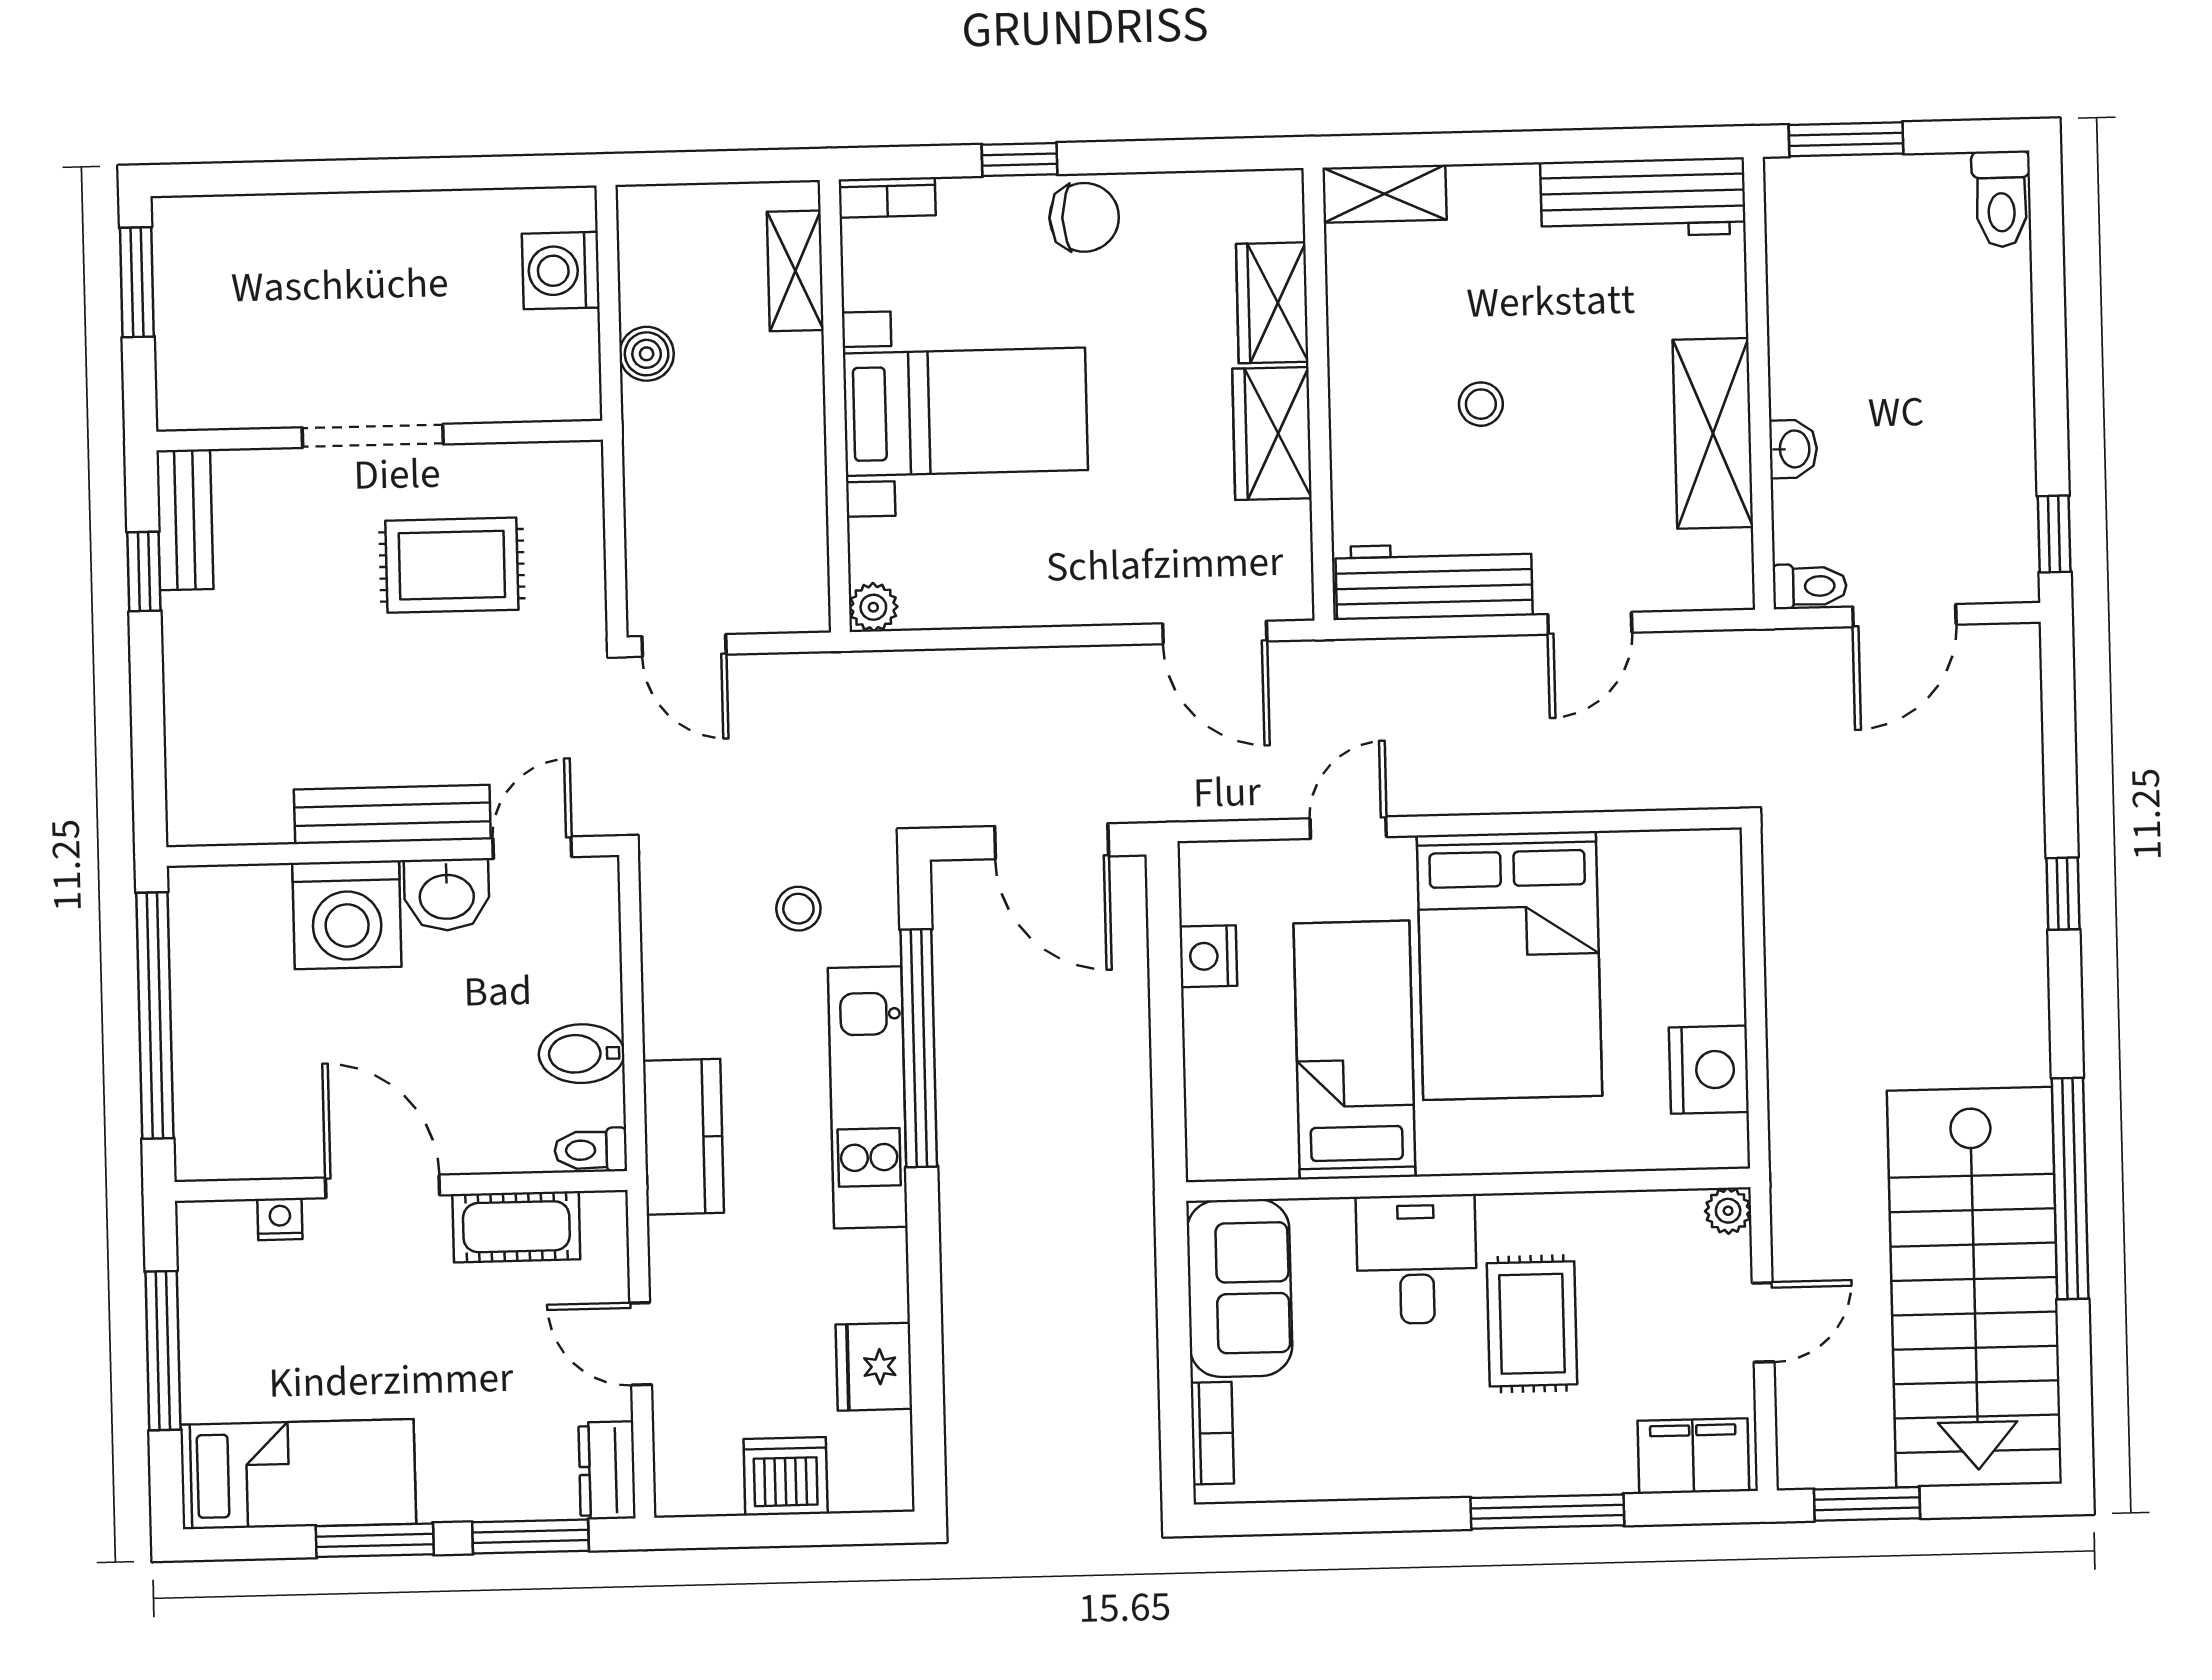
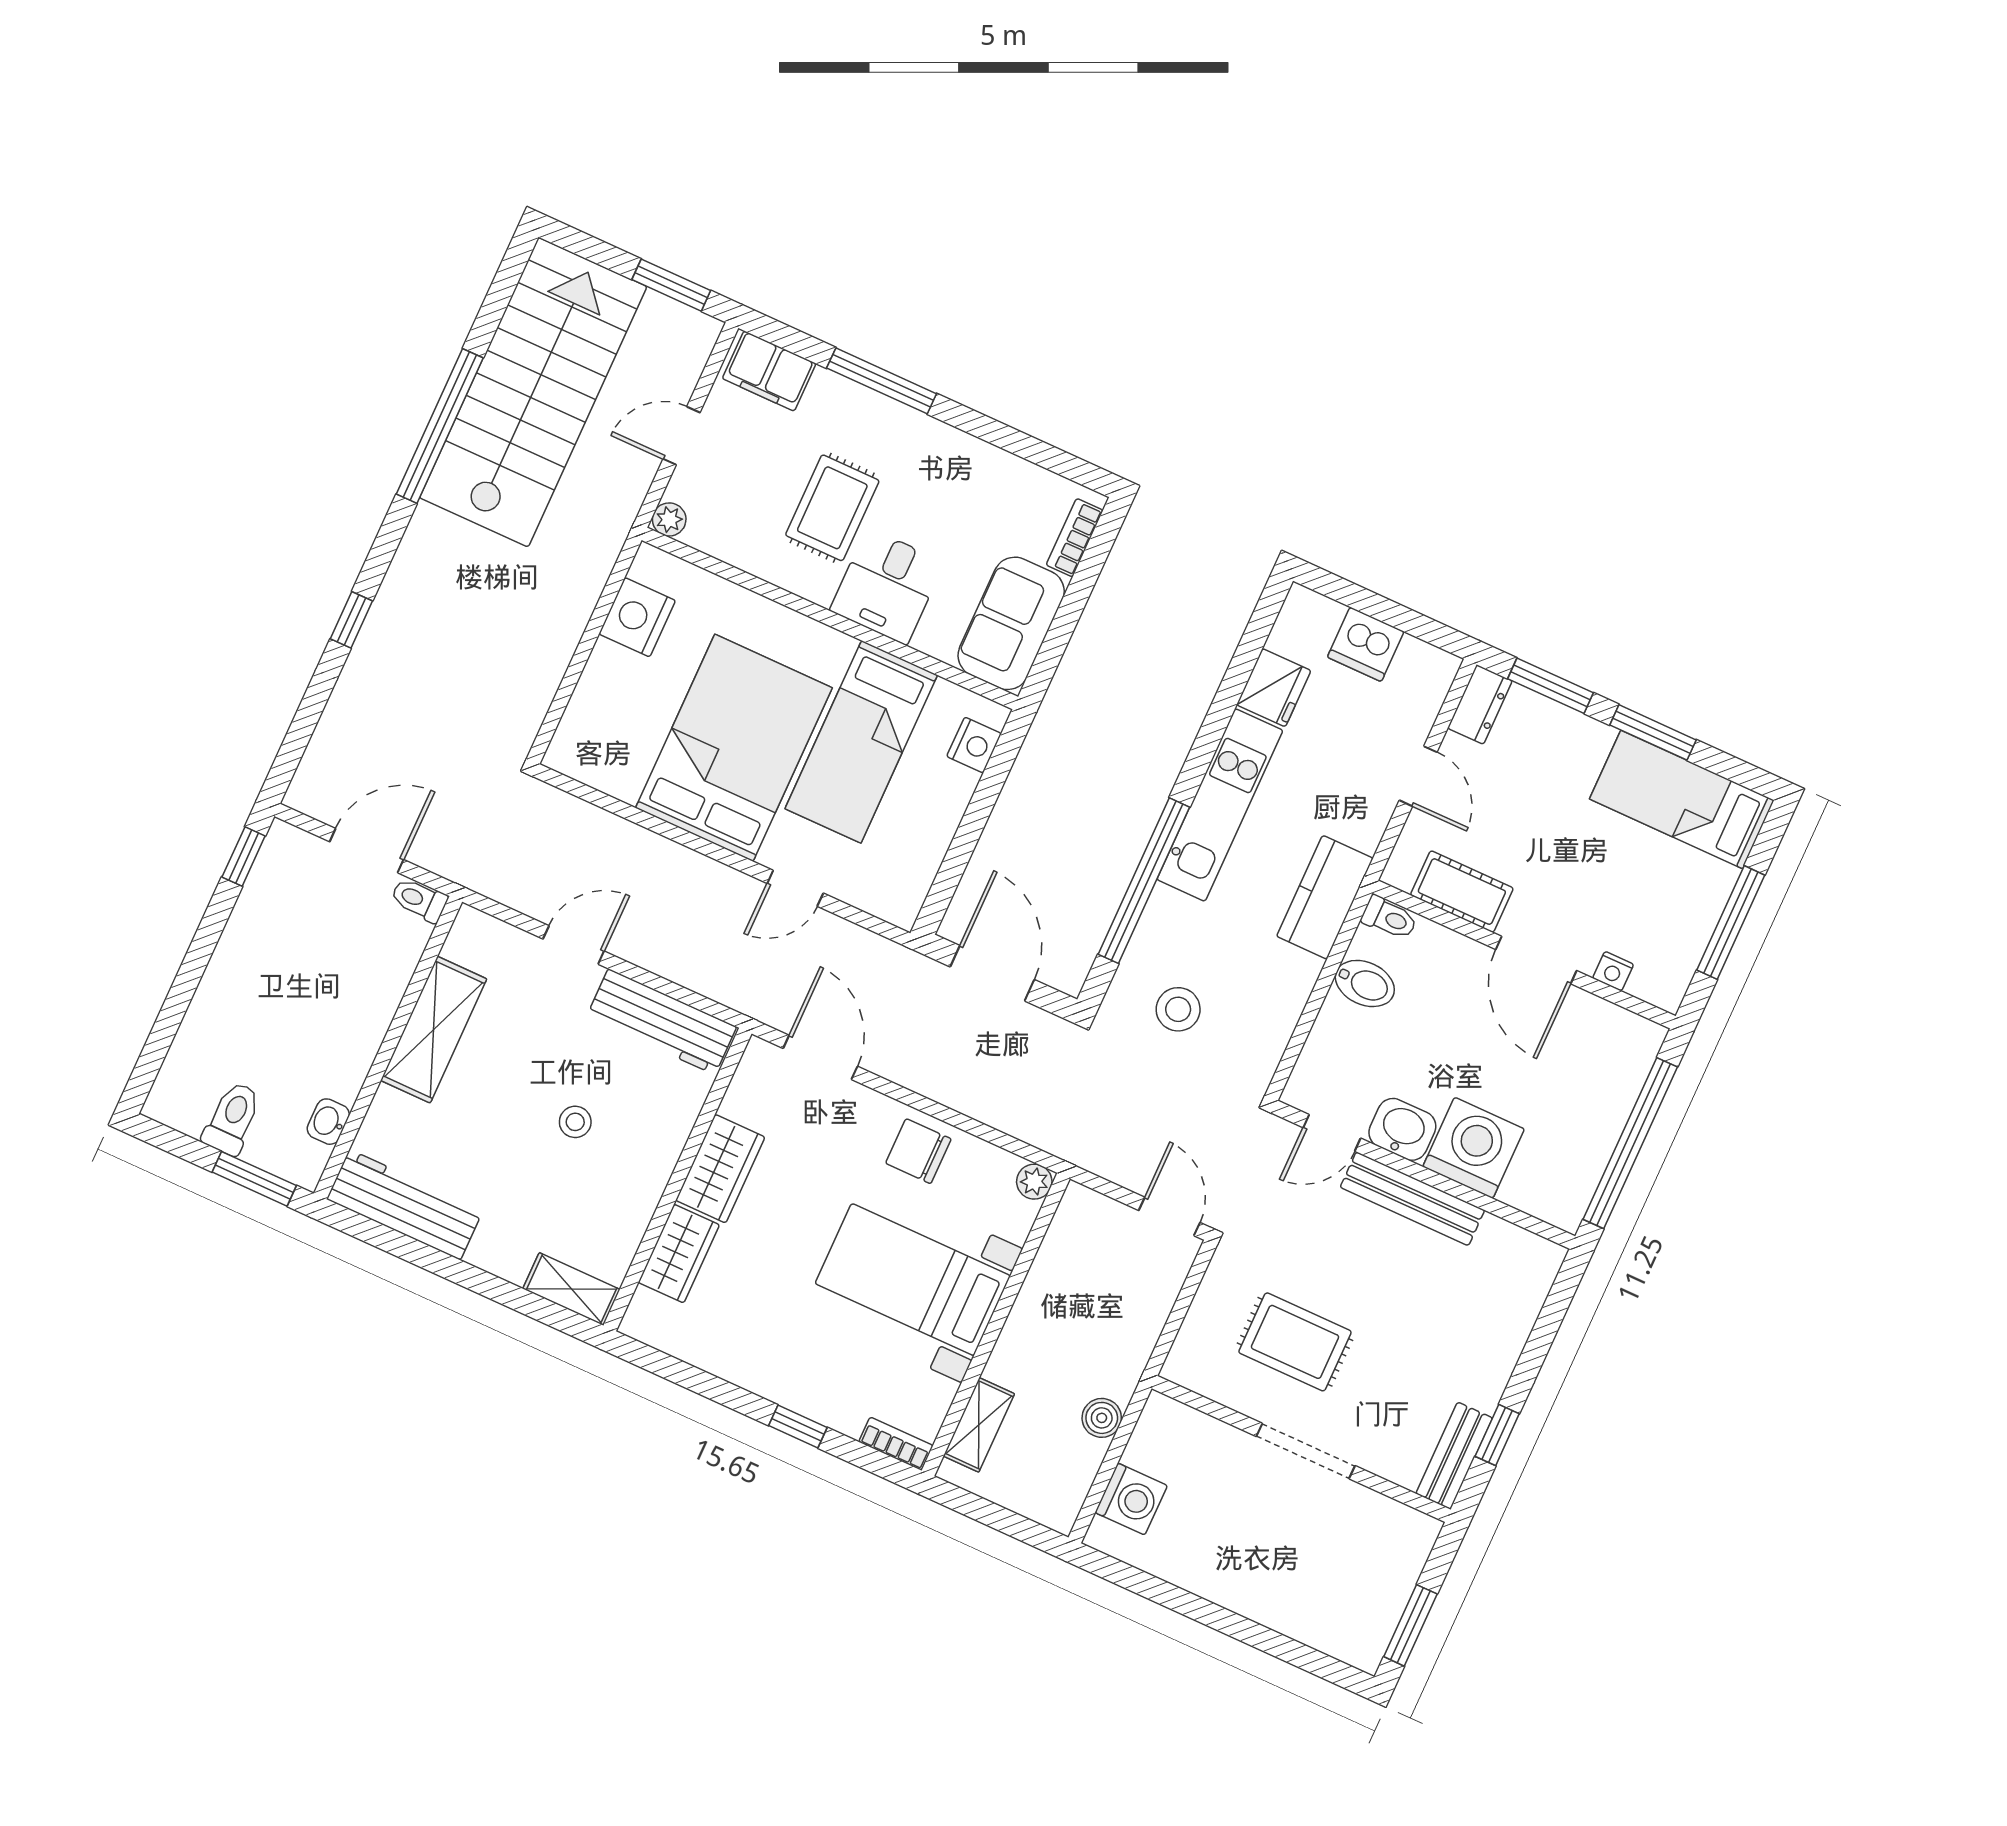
toilet: (2001, 199) -> (232, 1118), moved
chair: (1084, 217) -> (918, 1151), moved
washbasin: (1793, 449) -> (328, 1122), moved
stool: (798, 909) -> (1178, 1009), width x1.37, depth x1.37
nightstand: (1208, 956) -> (974, 745), moved
kitchen unit: (868, 1097) -> (1220, 805), moved

